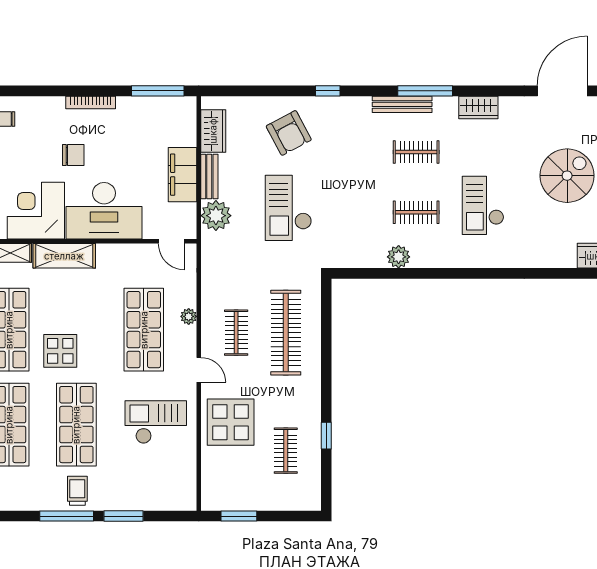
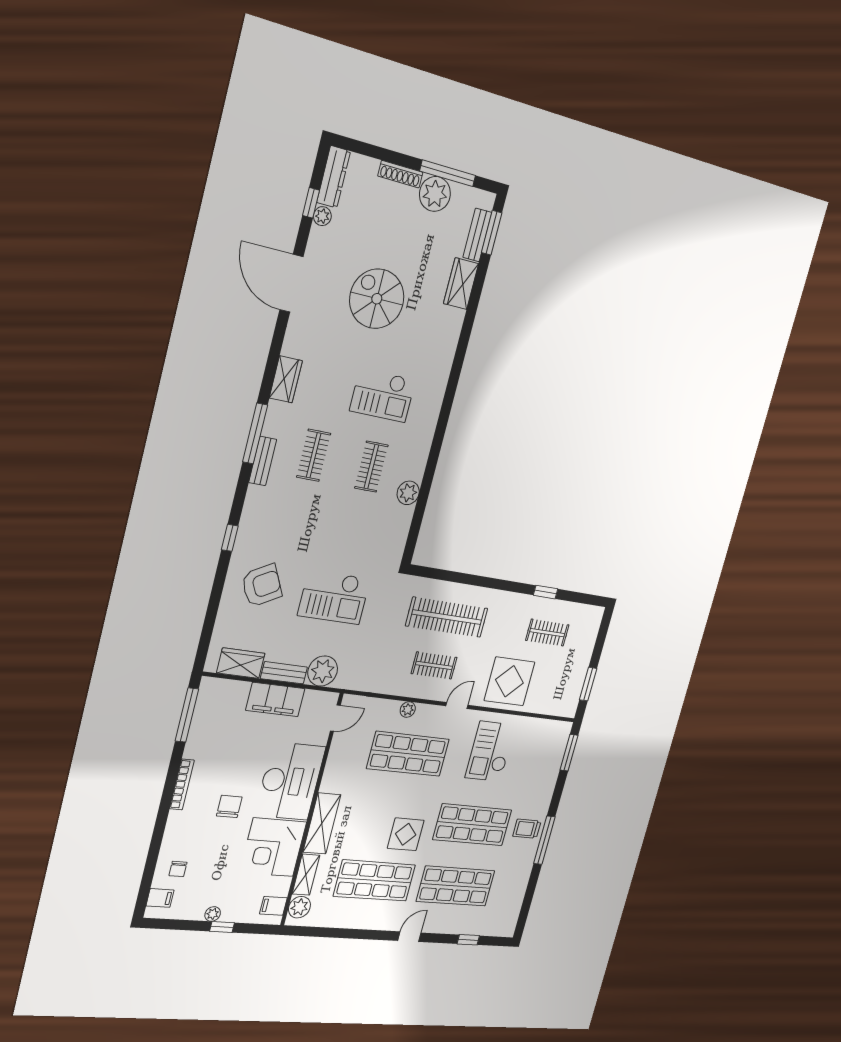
bench: (402, 104) -> (263, 461), width x0.73
window: (123, 516) -> (569, 753), moved

